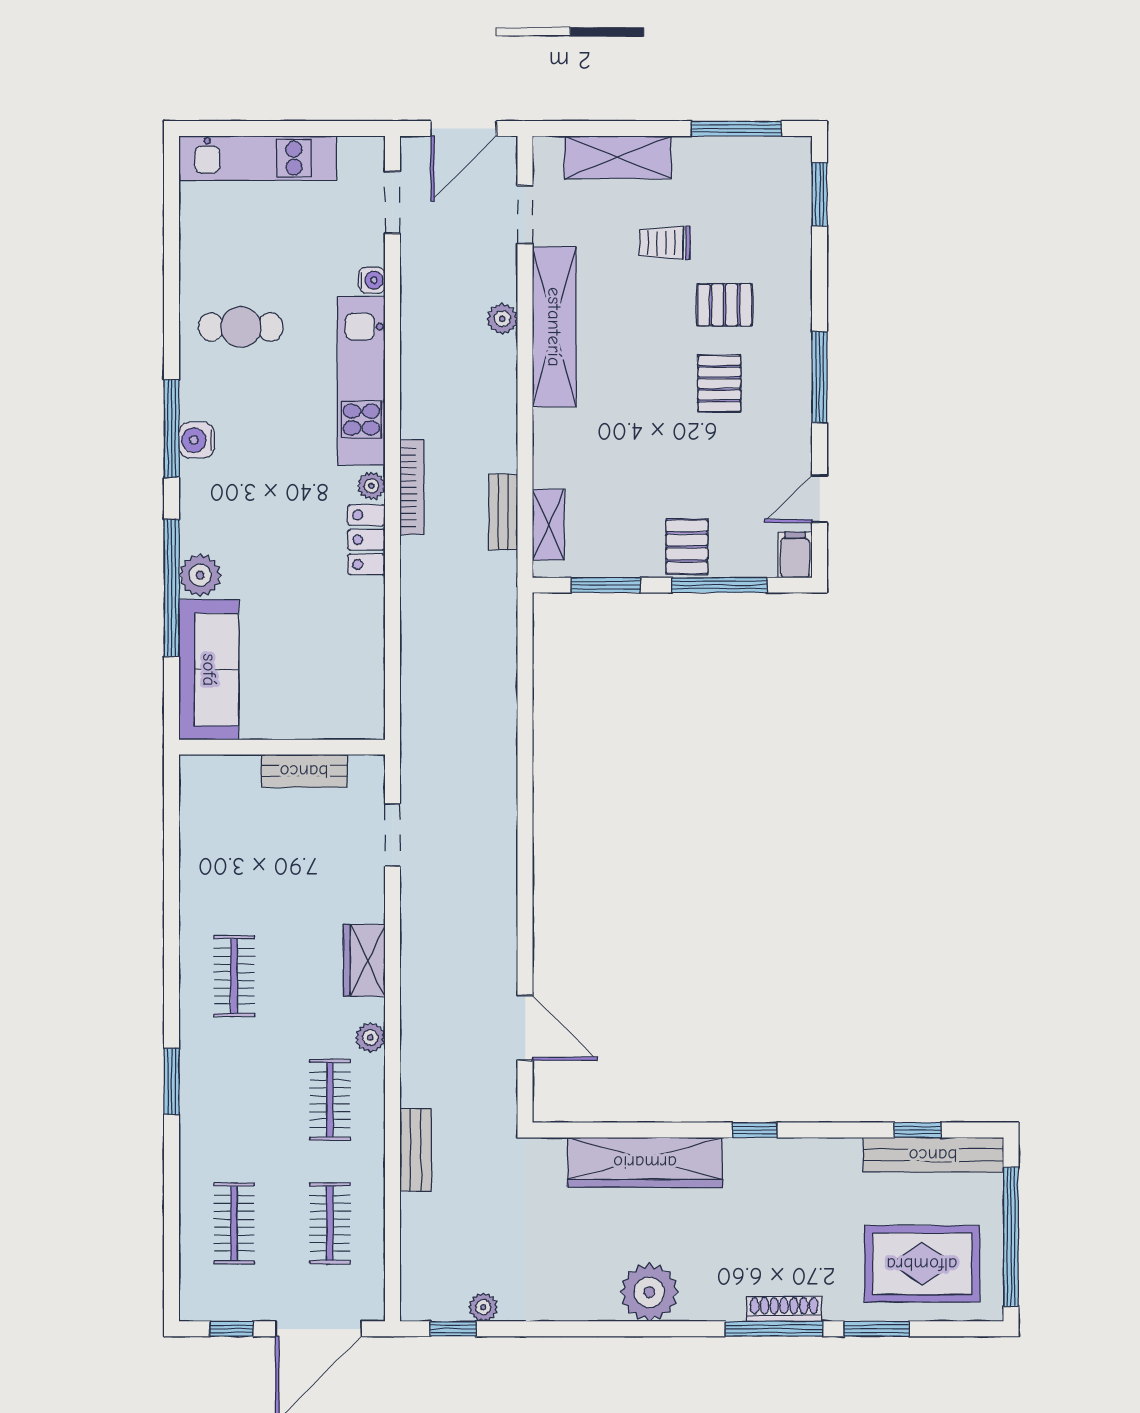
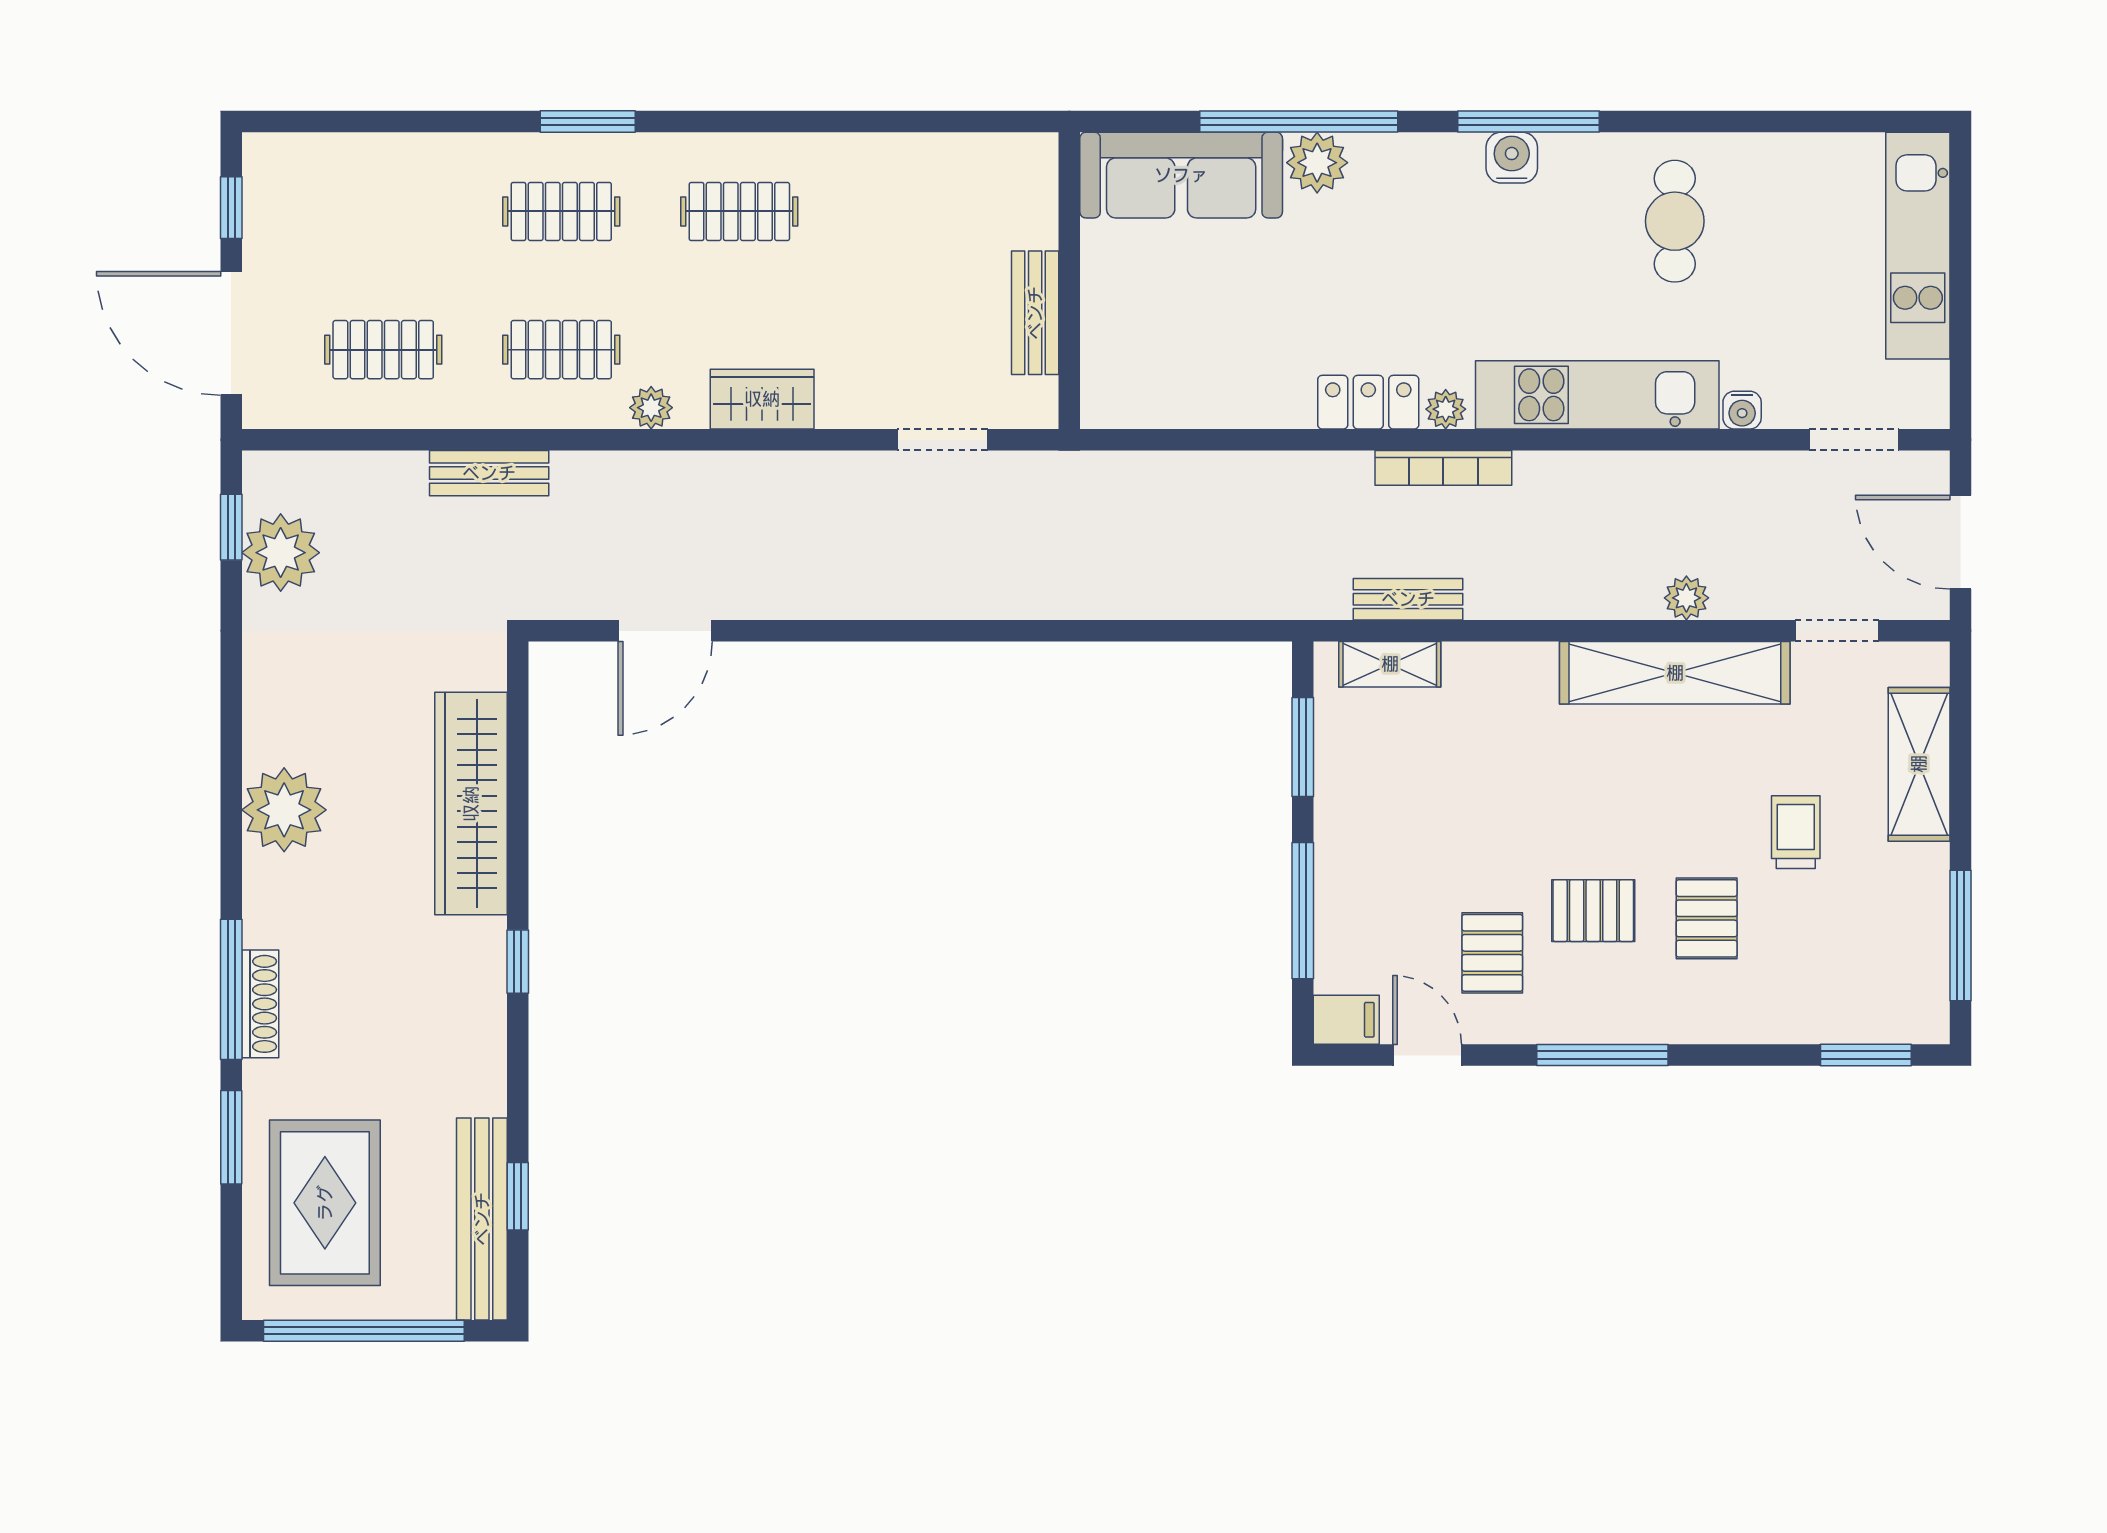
pallet: (687, 547) -> (1492, 953), moved, turned 90
clothes rail: (234, 1223) -> (561, 211), moved
plant: (483, 1307) -> (281, 553), width x1.88, depth x1.88

